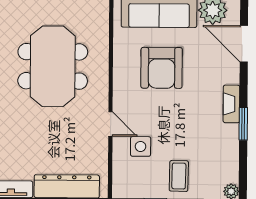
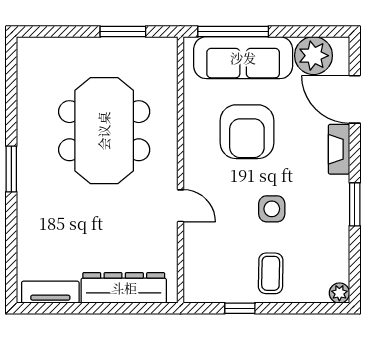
fireplace: (231, 104) -> (339, 149), moved
side table: (141, 146) -> (272, 209), moved

